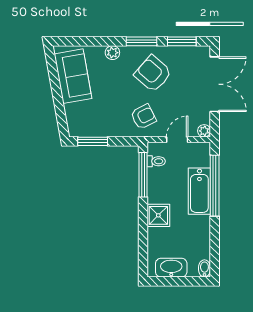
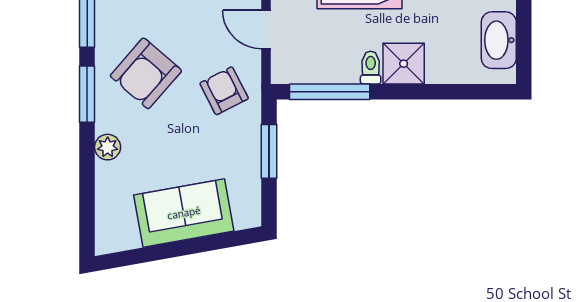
sofa: (73, 76) -> (184, 213), moved
window: (93, 141) -> (269, 151), moved
toilet: (156, 161) -> (371, 68), moved

